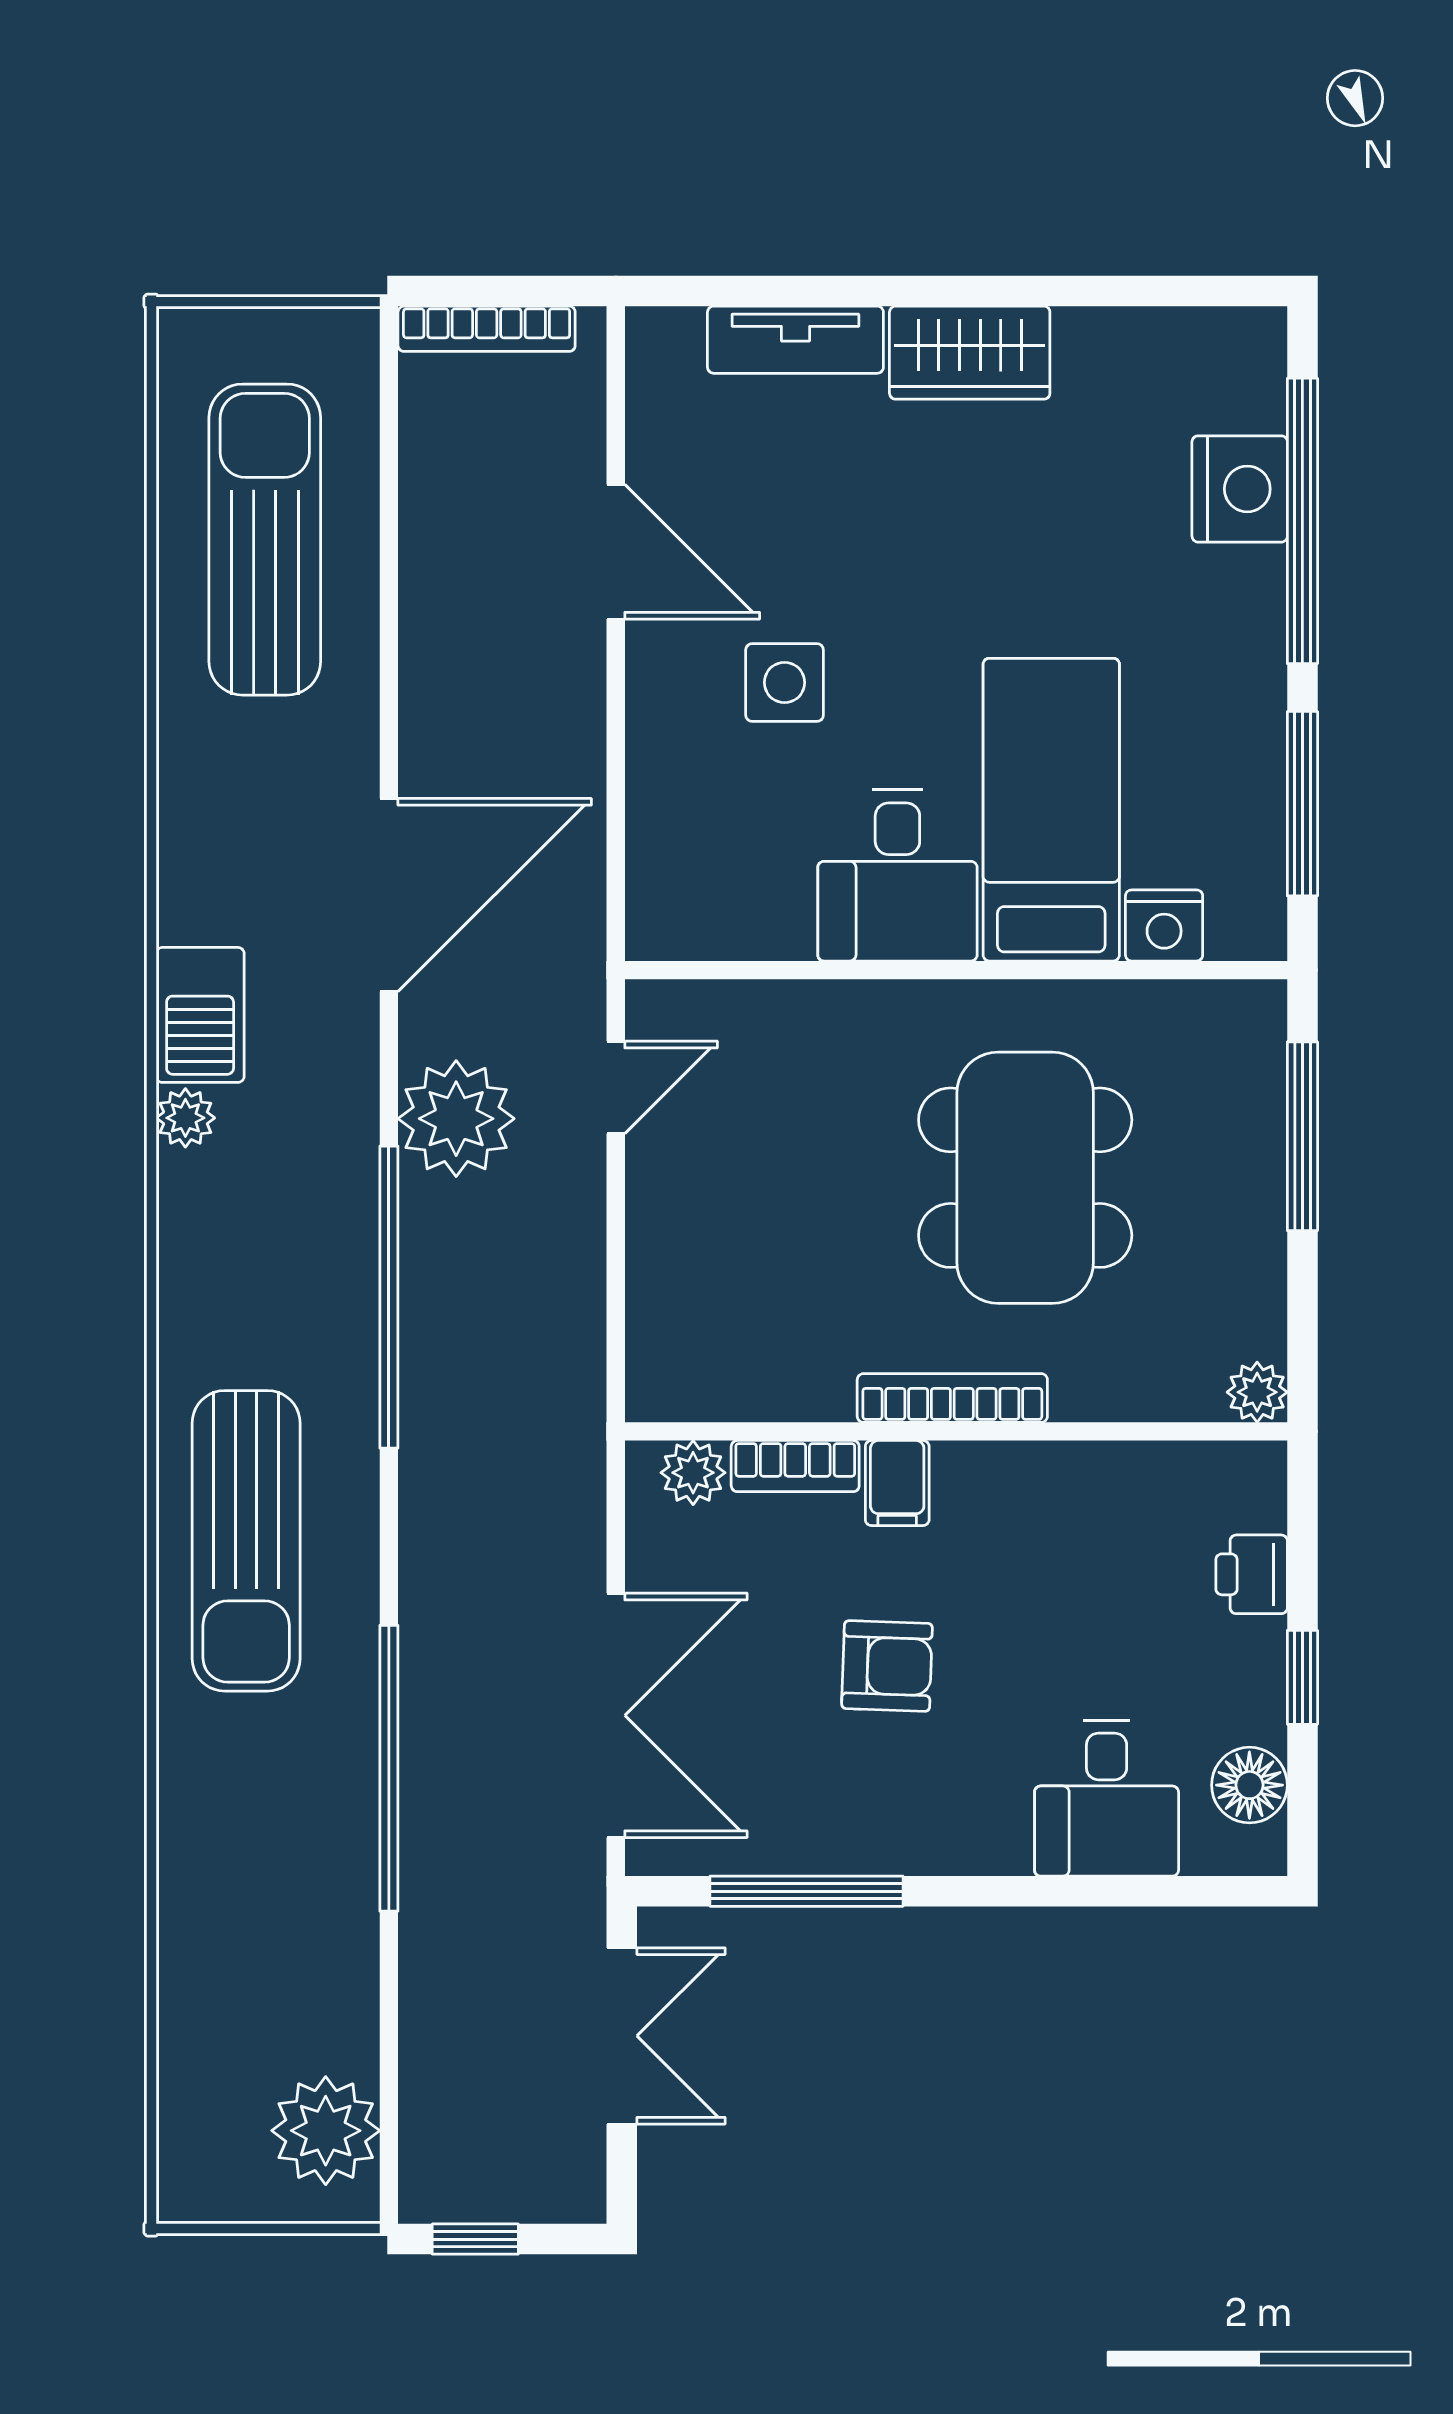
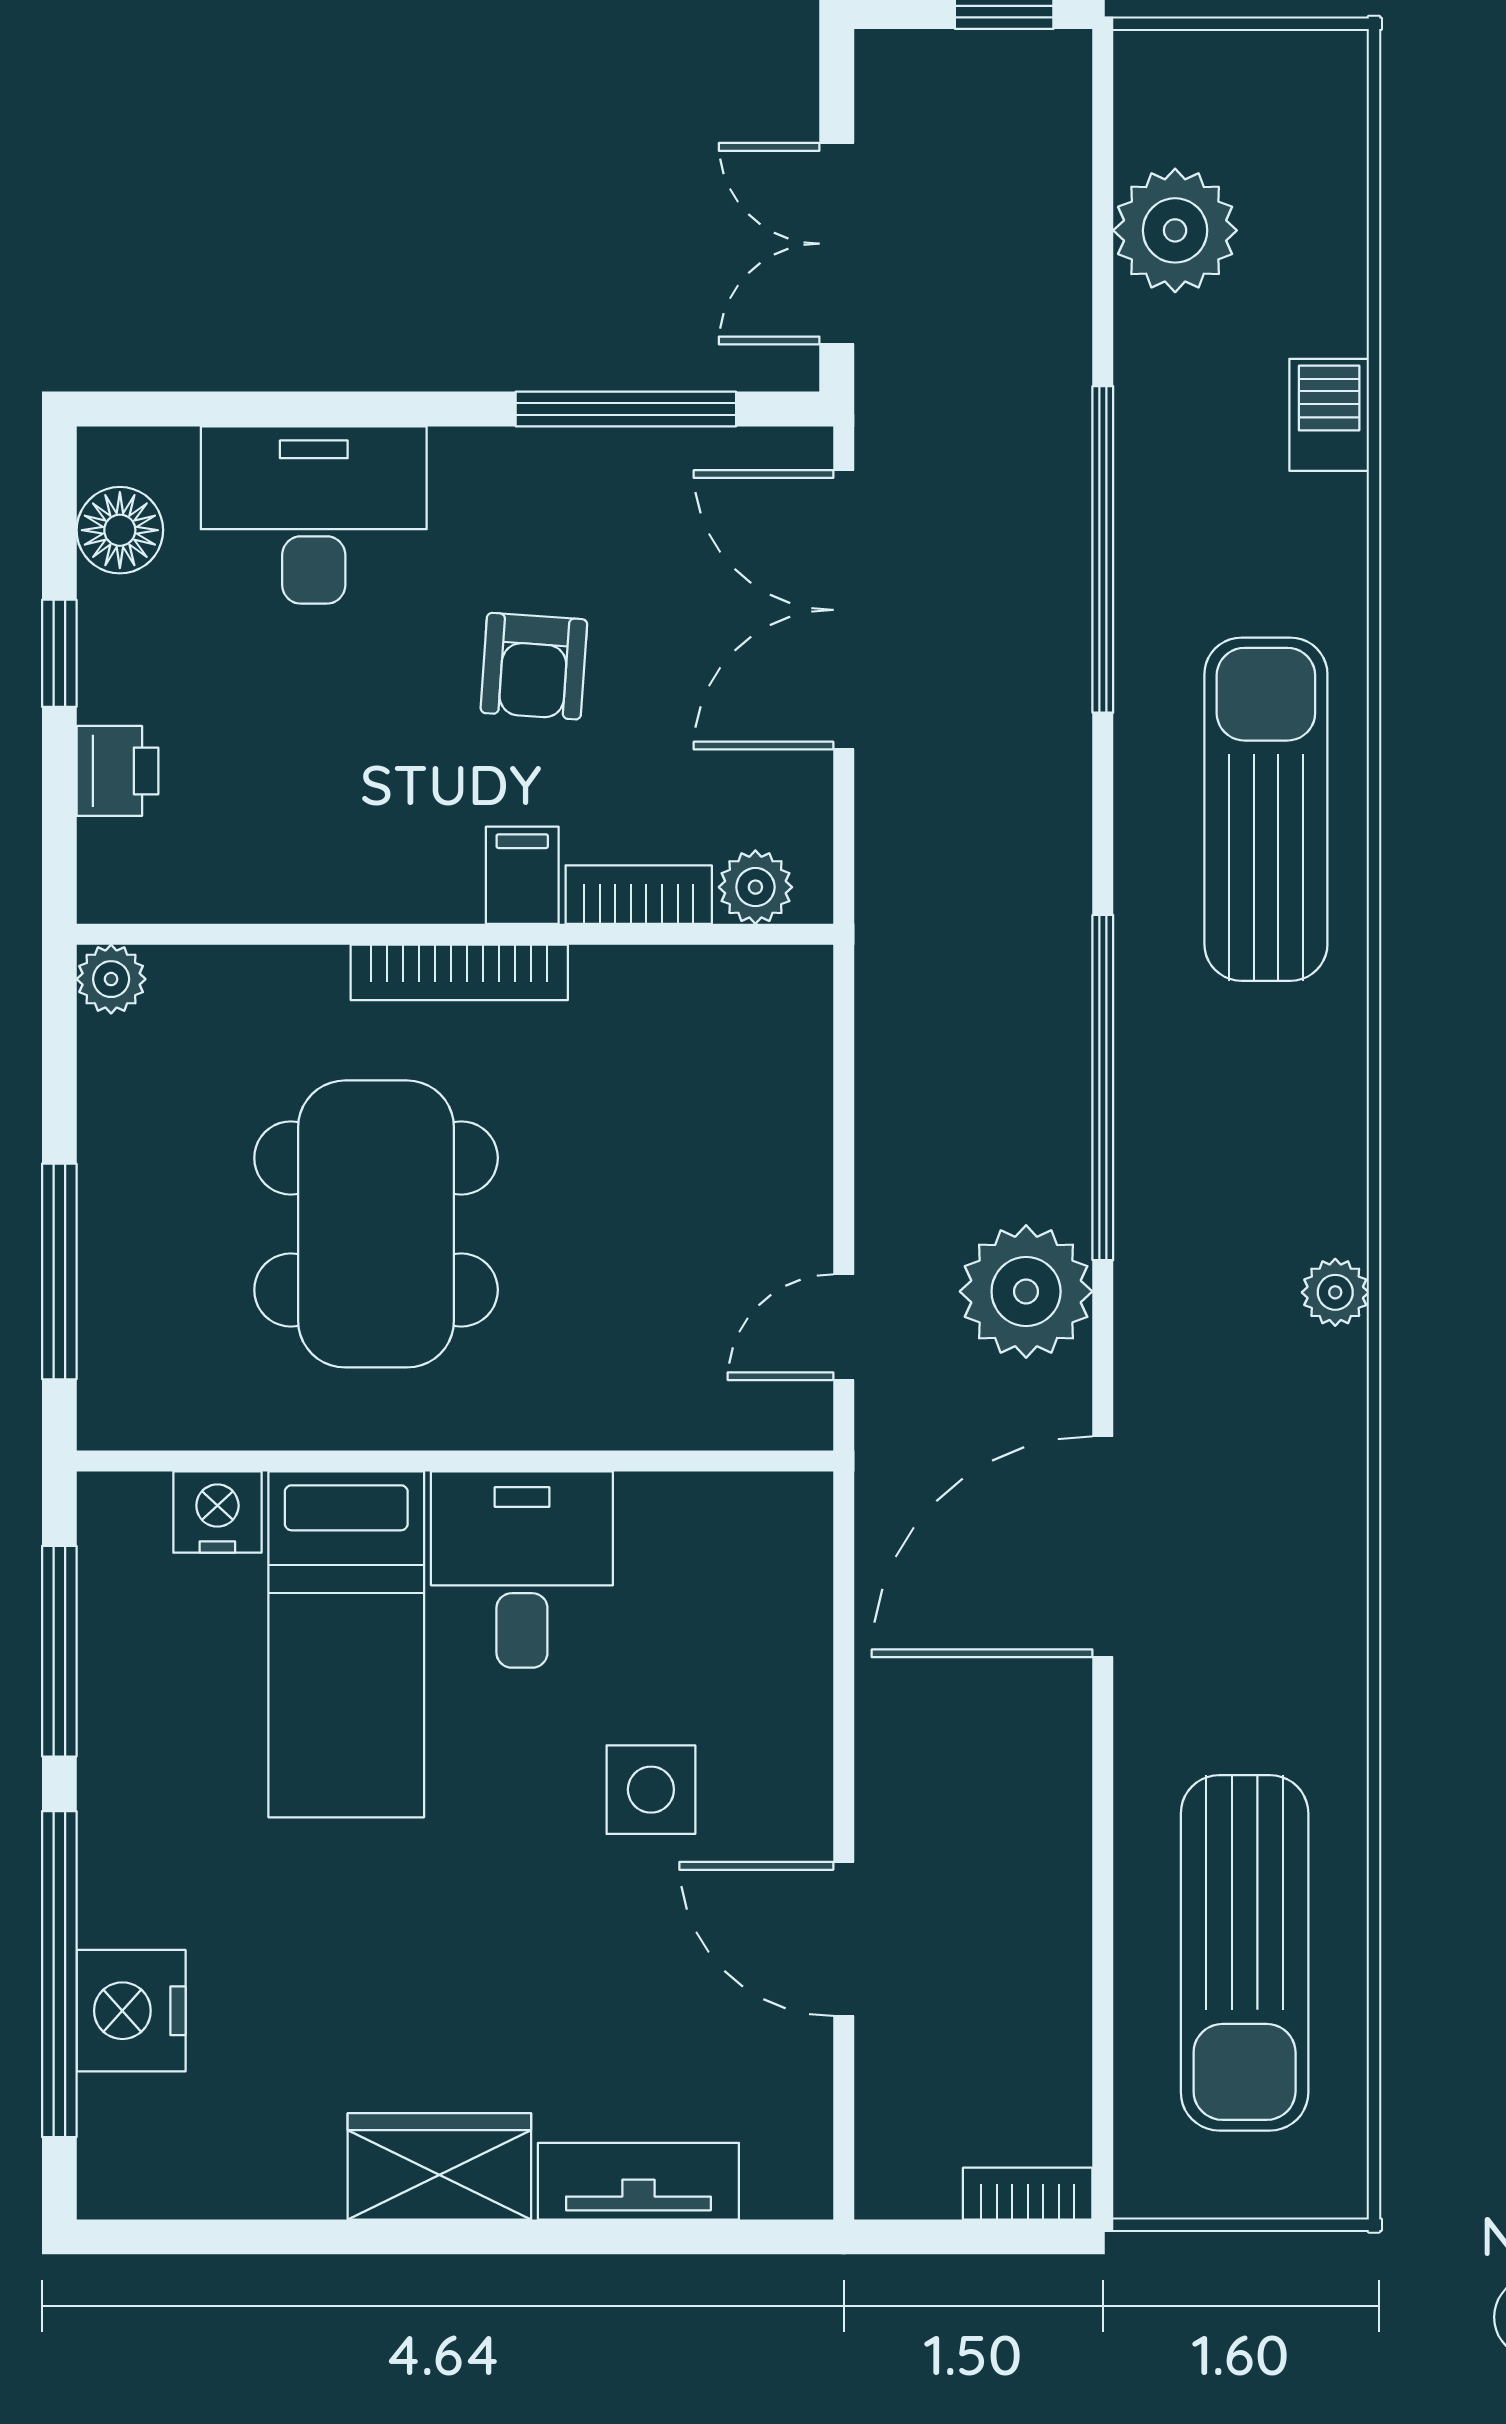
bookcase: (487, 329) -> (1028, 2194), width x0.64
barbecue: (200, 1015) -> (1329, 415), moved, width x0.73, depth x0.79
armchair: (887, 1666) -> (534, 666), turned -88
desk: (1107, 1798) -> (314, 515), width x1.37
plant: (326, 2131) -> (1175, 230), moved

